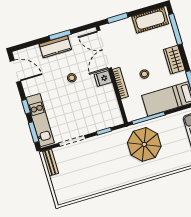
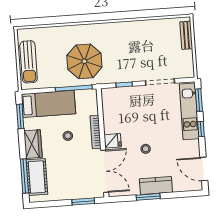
cot: (150, 20) -> (37, 177), moved, turned 90
bench: (50, 163) -> (186, 35), moved

